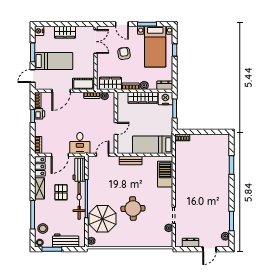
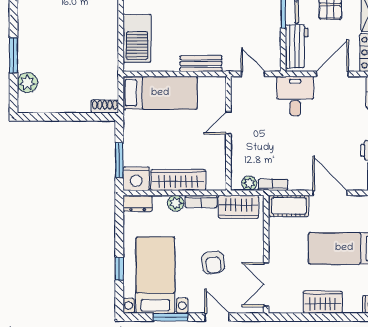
door: (61, 91) -> (330, 193), hinge flipped
plant: (224, 150) -> (27, 83), added
door: (103, 155) -> (253, 74), swing flipped

